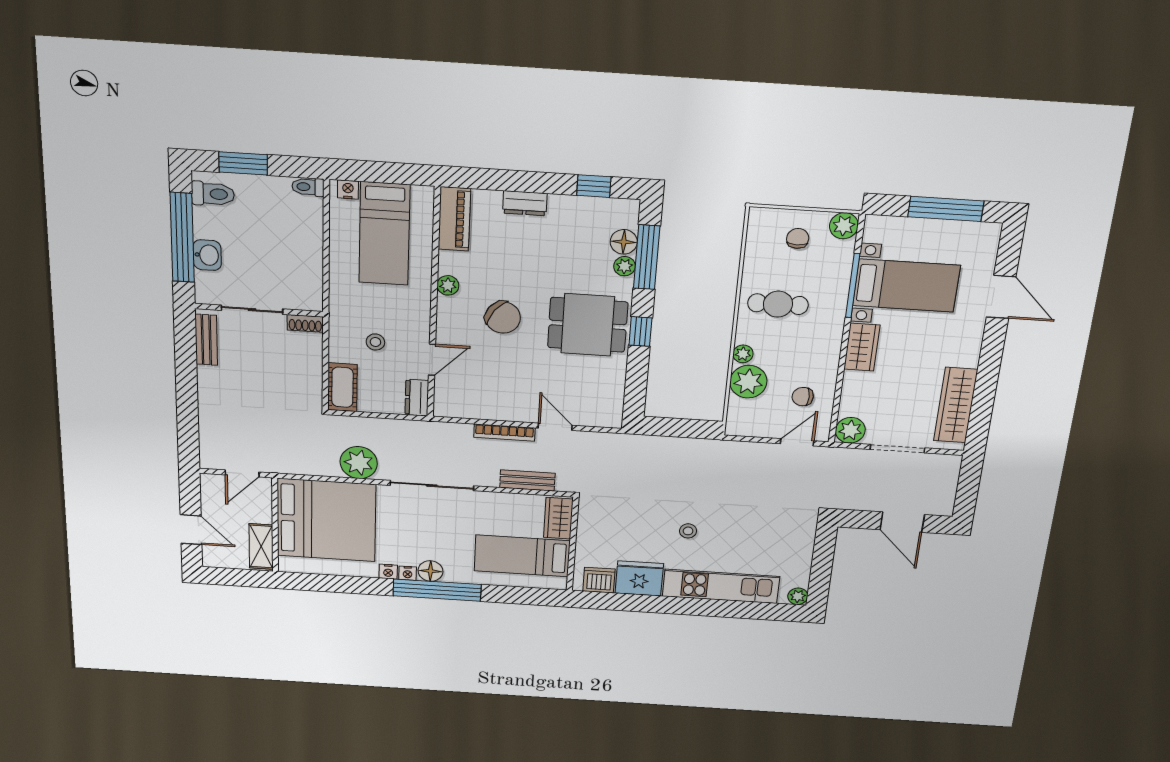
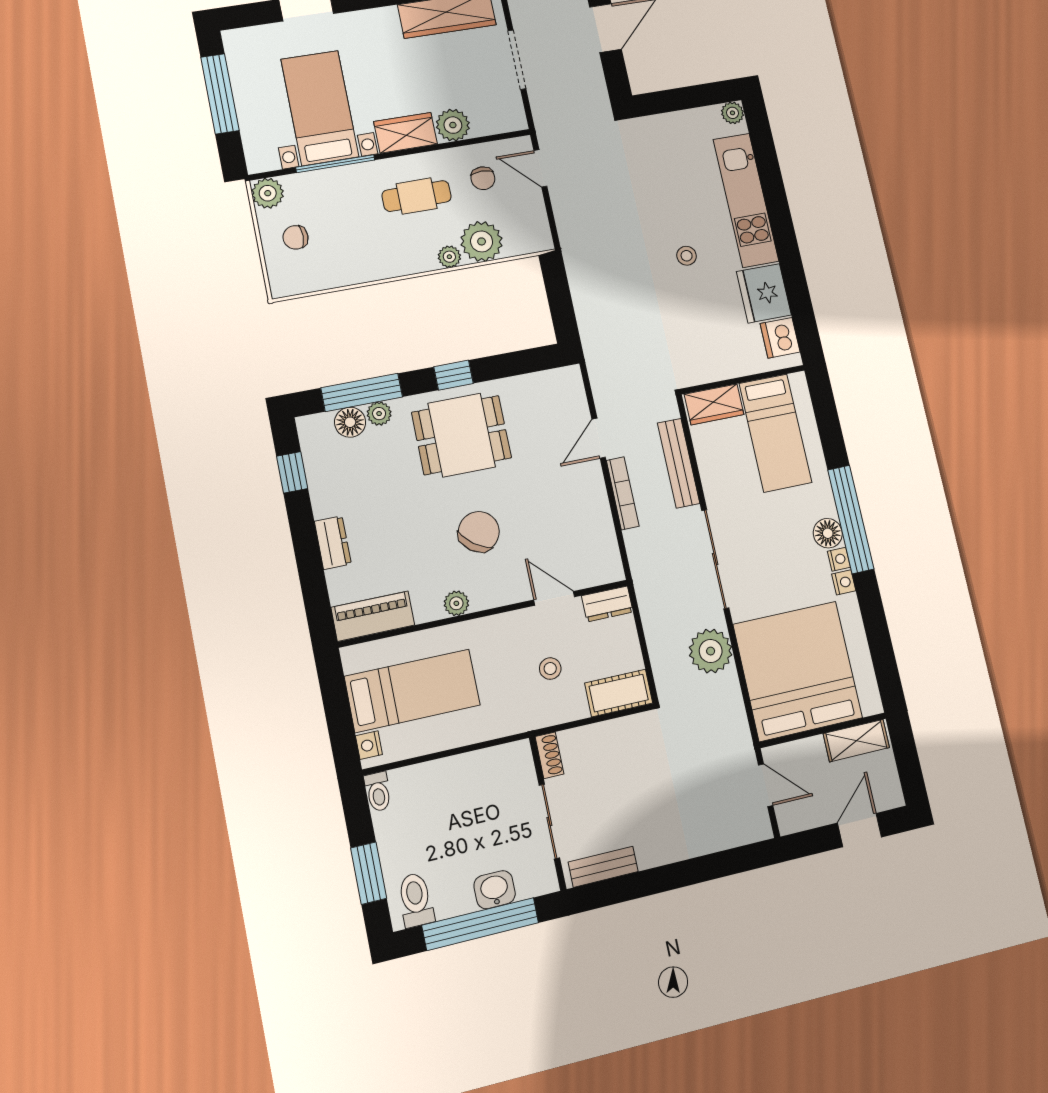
cafe table: (778, 304) -> (417, 196), moved, turned 90
dining table: (588, 325) -> (462, 435), turned 90
plant: (850, 430) -> (453, 125), moved
bench: (527, 480) -> (679, 463), width x1.36

